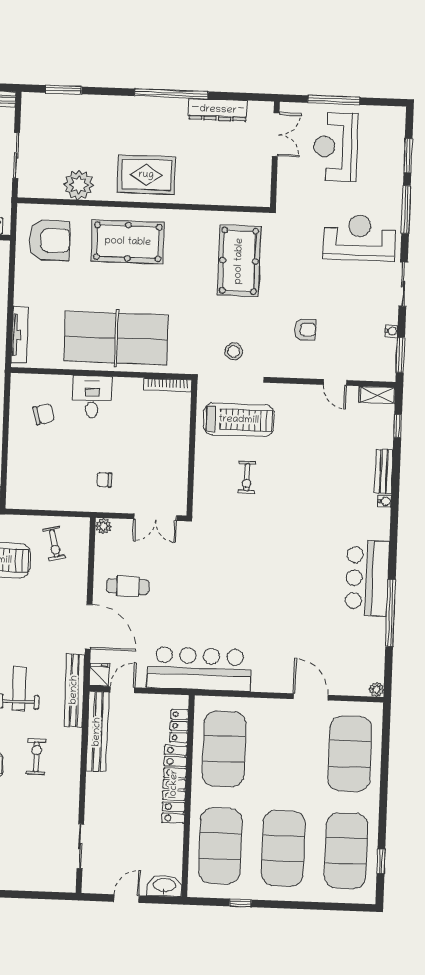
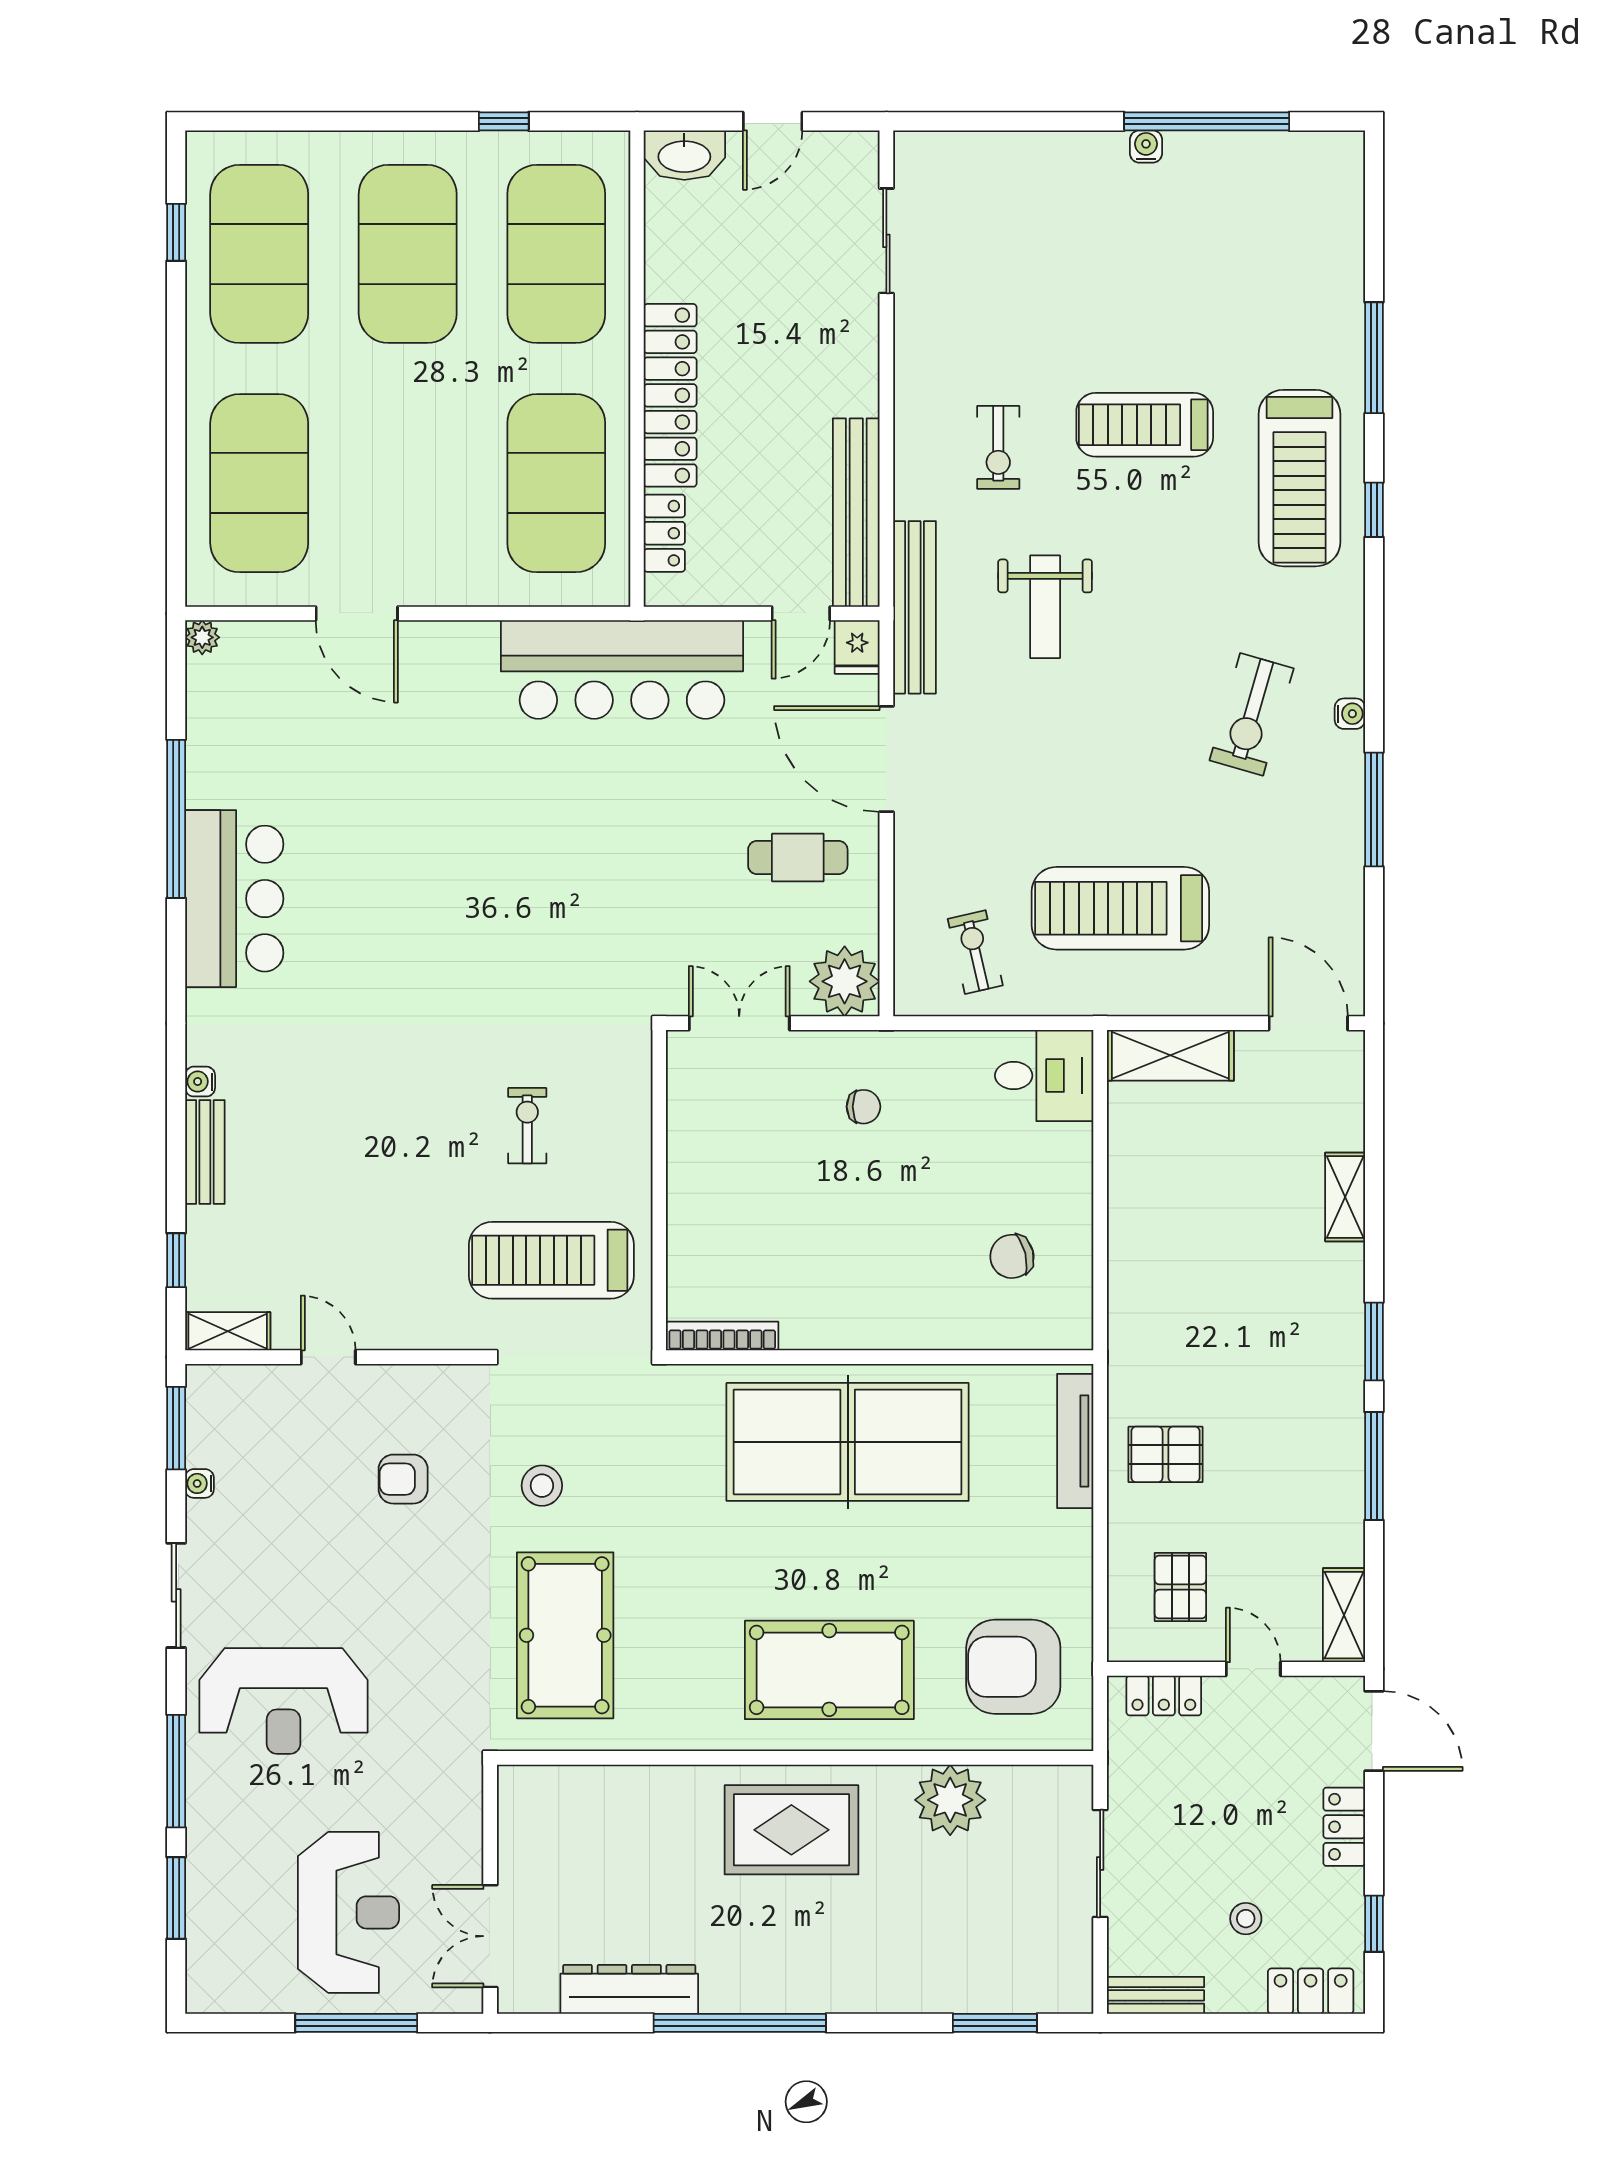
stool: (234, 351) -> (542, 1486), moved
desk: (92, 397) -> (1044, 1076), moved, turned -90
plant: (103, 526) -> (845, 981), width x1.88, depth x1.88

